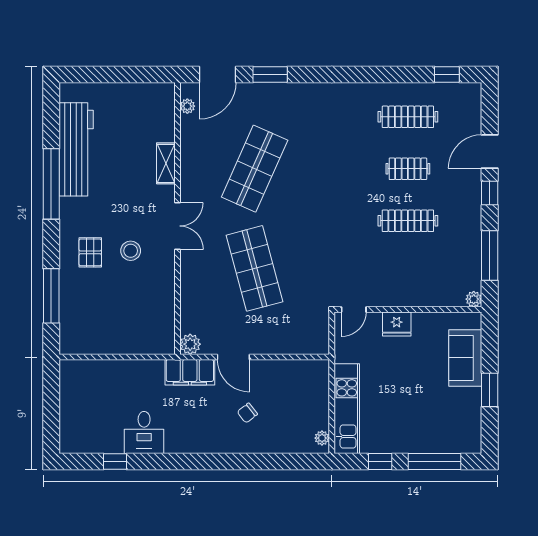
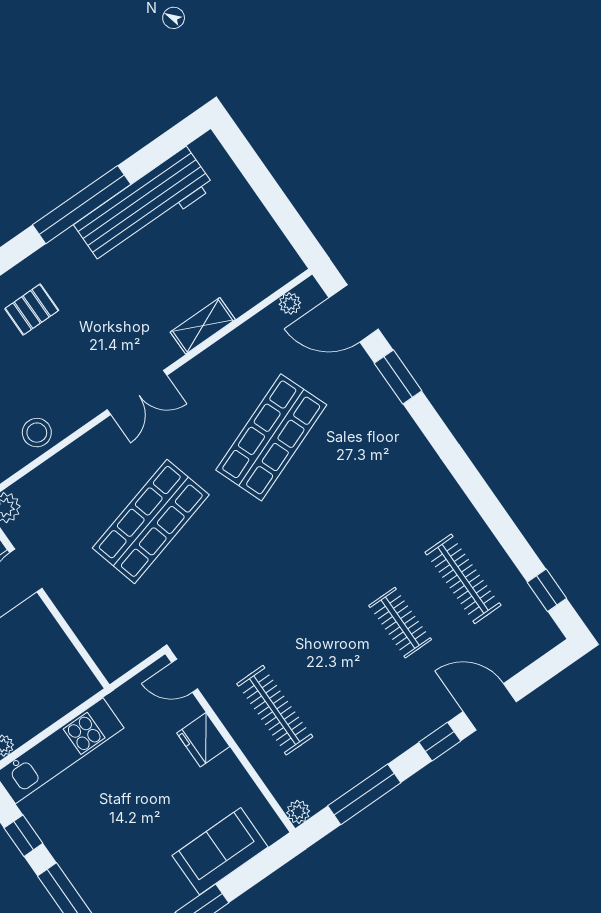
shop shelf: (255, 169) -> (271, 437), turned -45
clothes rail: (408, 221) -> (275, 710), moved
stool: (131, 251) -> (37, 433), moved

